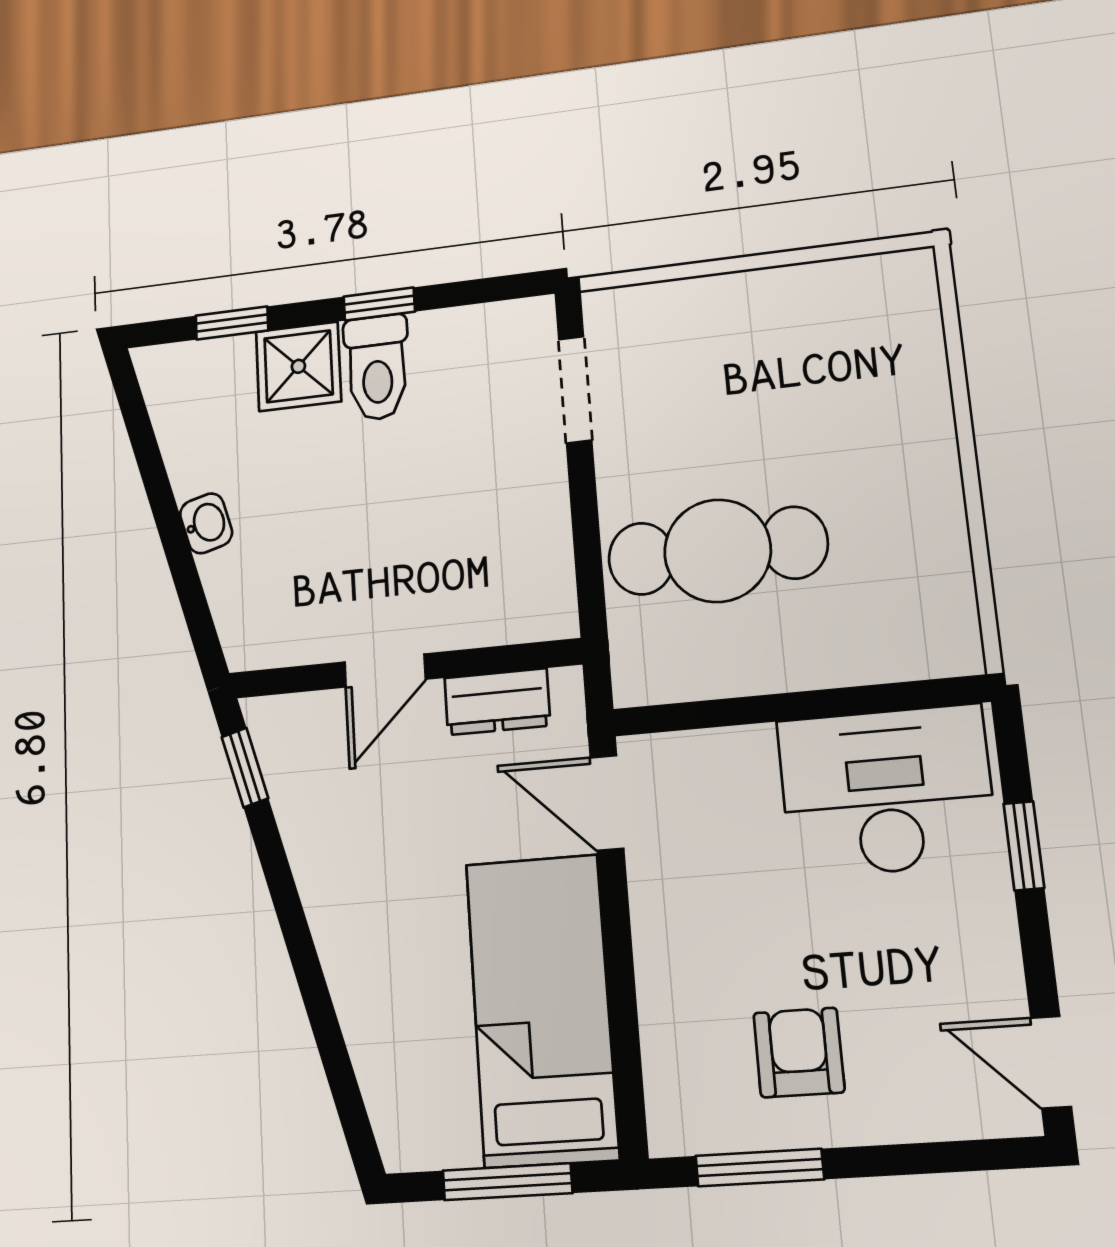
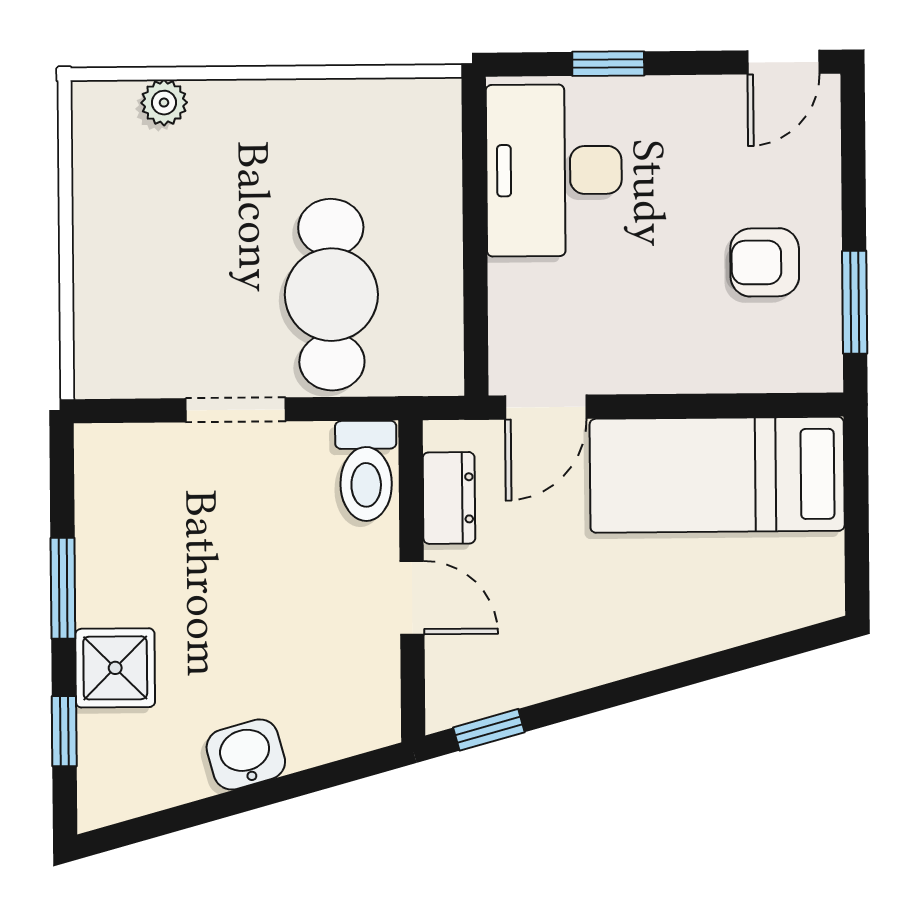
window: (379, 304) -> (63, 588), width x1.50
plant: (920, 347) -> (164, 103), added
toilet: (377, 367) -> (366, 471), moved, turned 90
doorway: (575, 390) -> (236, 410), moved
washbasin: (206, 523) -> (246, 755), width x1.38, depth x1.45
window: (507, 1182) -> (856, 512), removed

